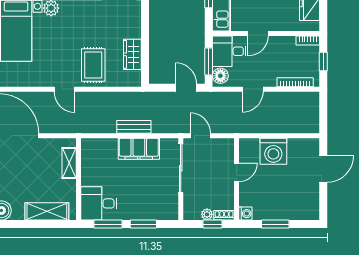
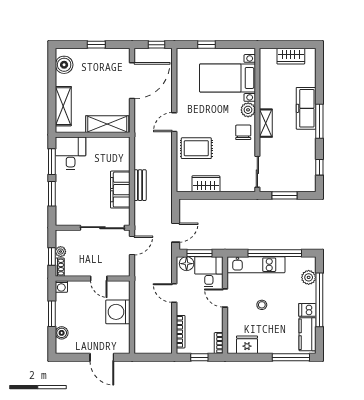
chair: (76, 13) -> (243, 132), added
shelving: (69, 163) -> (107, 124), width x1.50, depth x1.33
boiler: (296, 213) -> (62, 333), added

